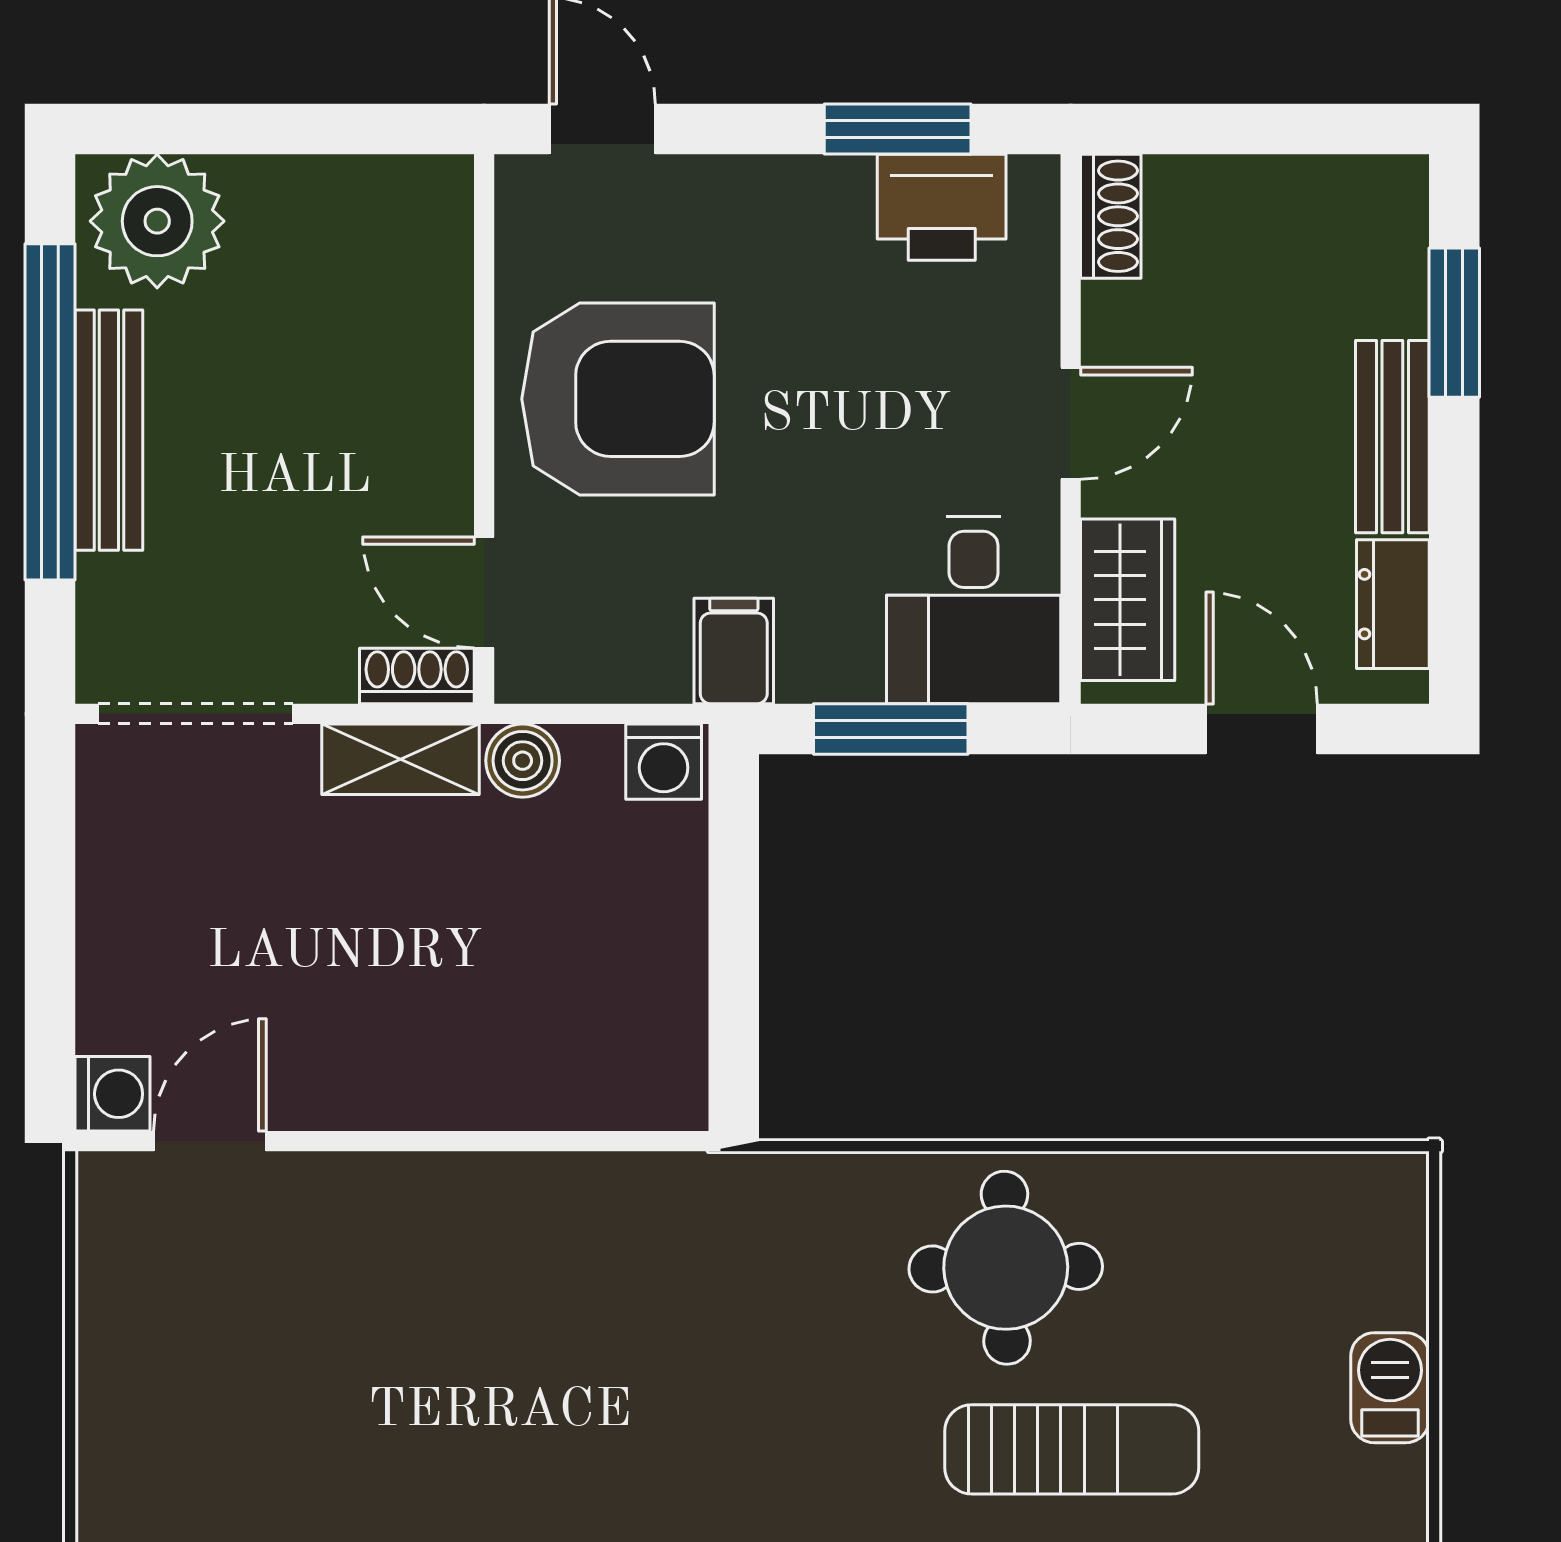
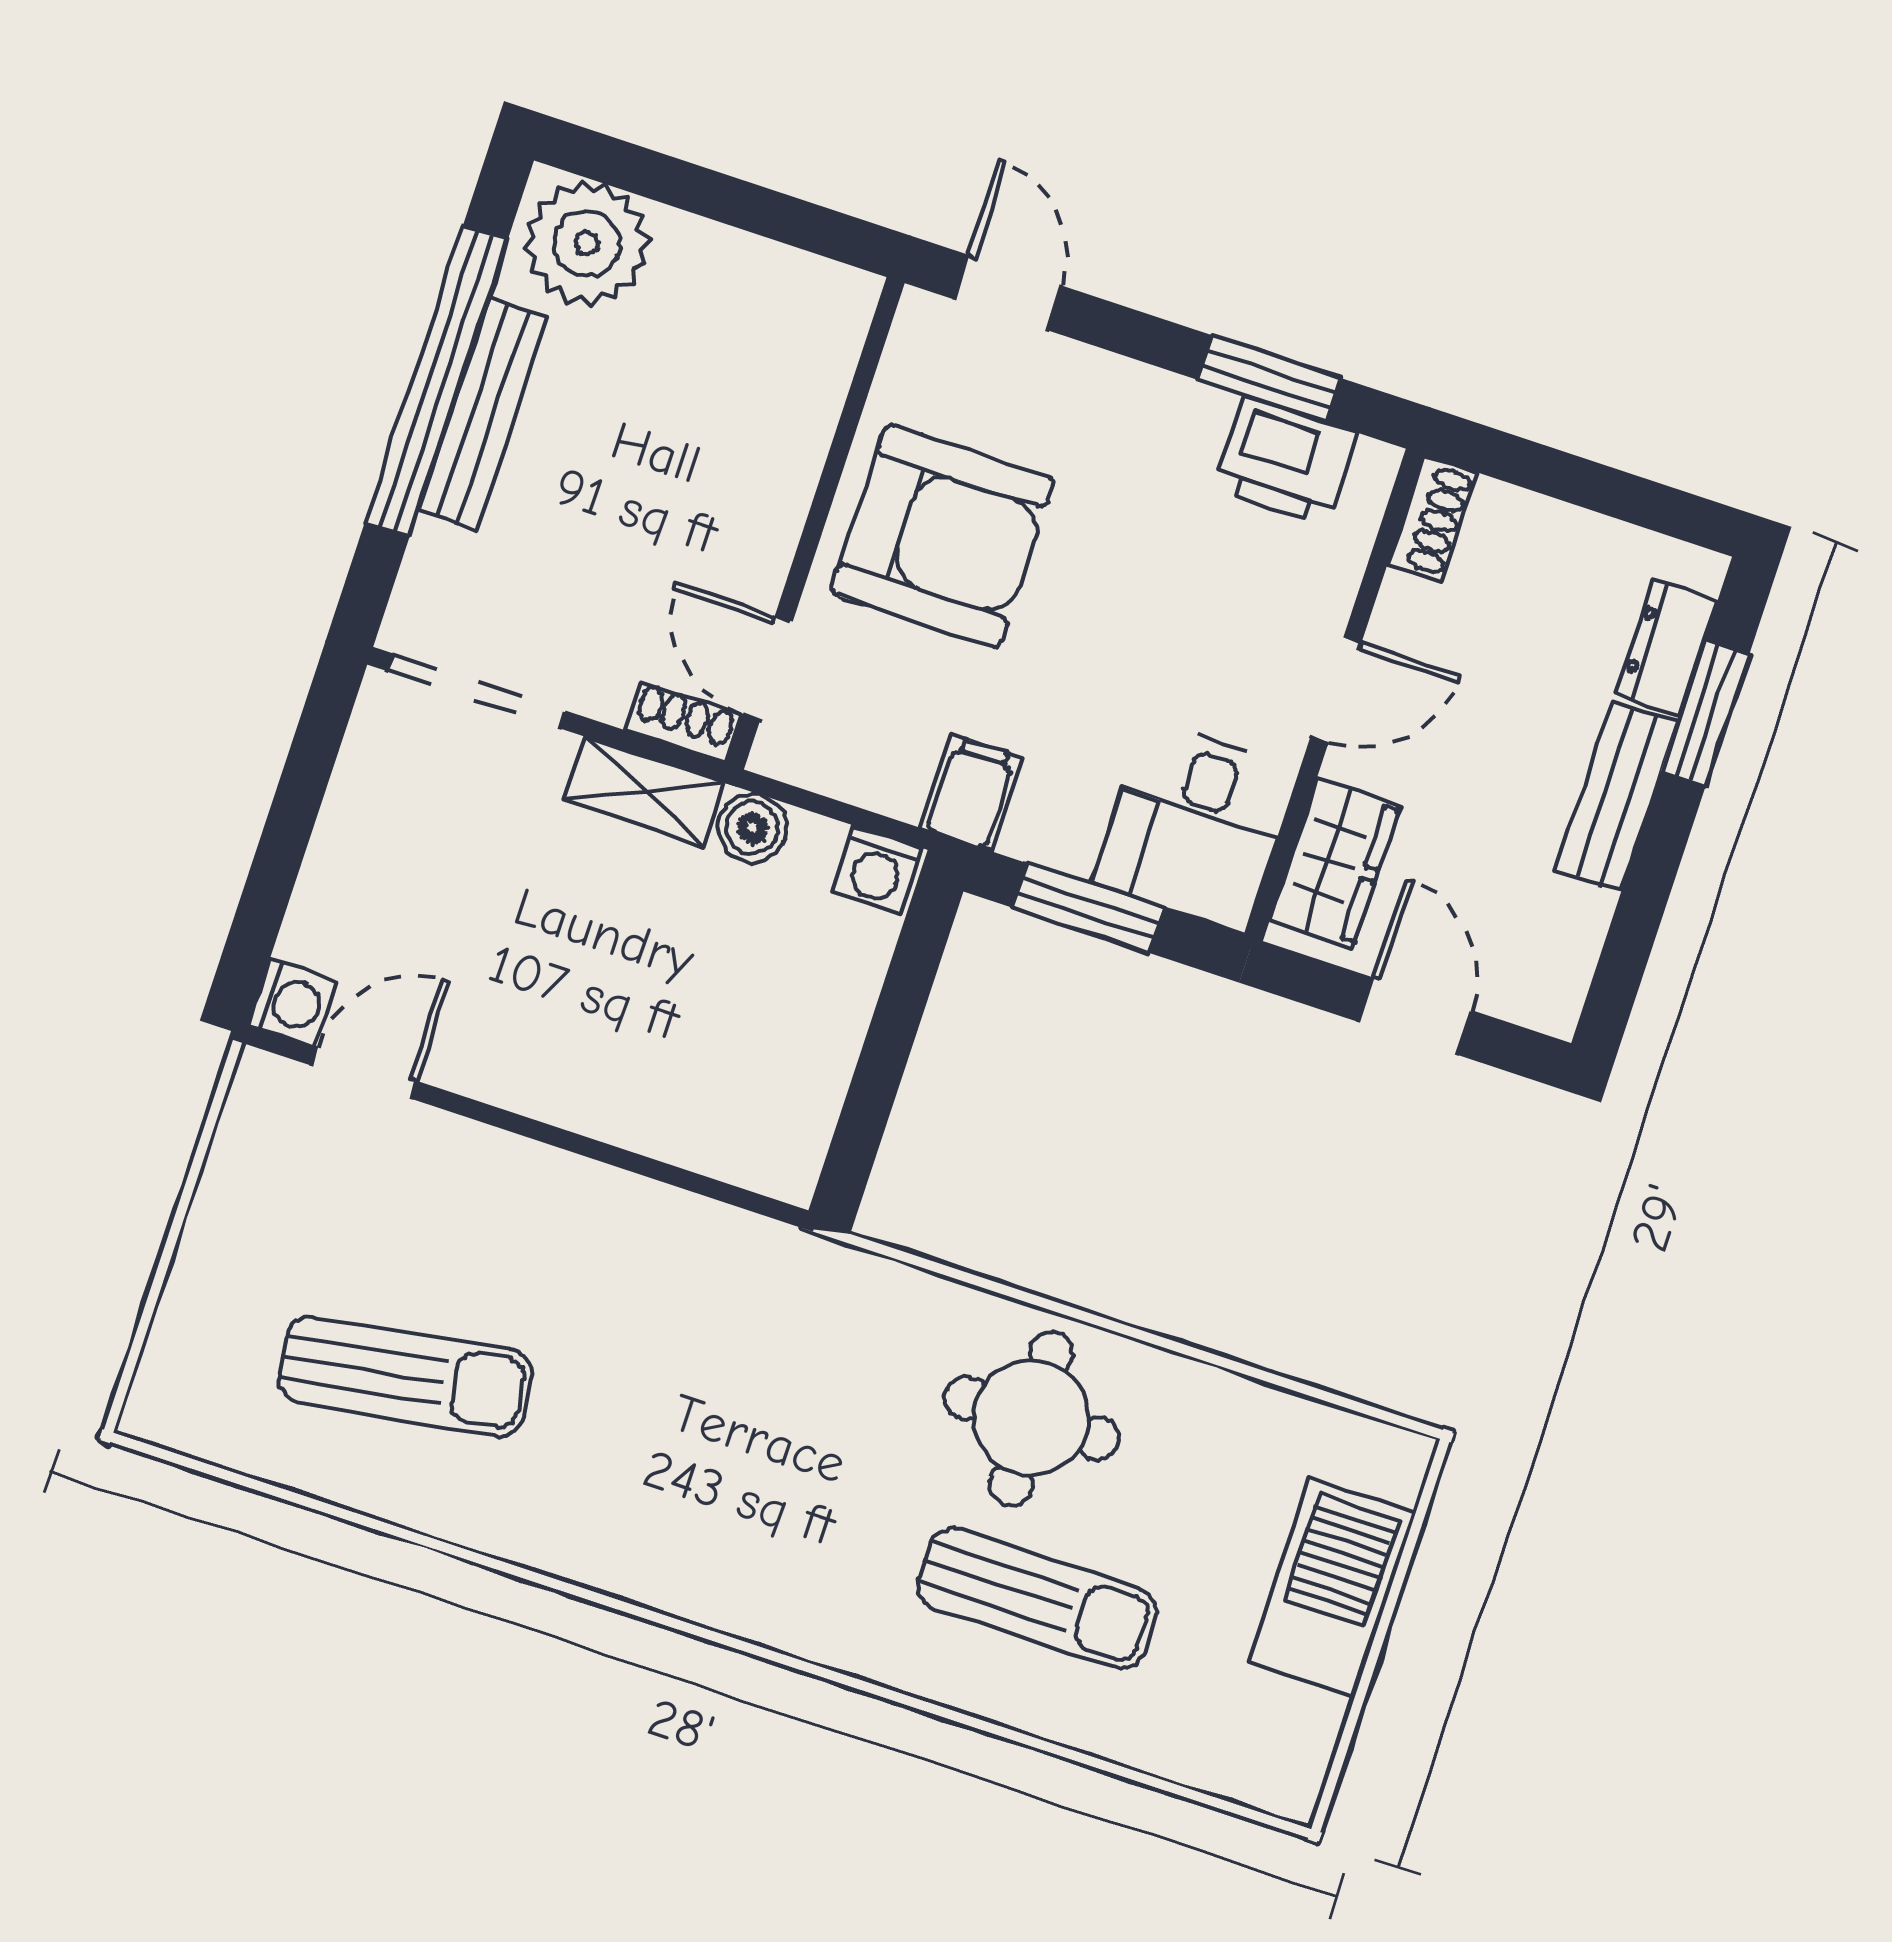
dresser: (1393, 604) -> (1666, 648), moved
barbecue: (1390, 1388) -> (1332, 1588), width x1.88, depth x1.53
sun lounger: (354, 1436) -> (405, 1376), added

